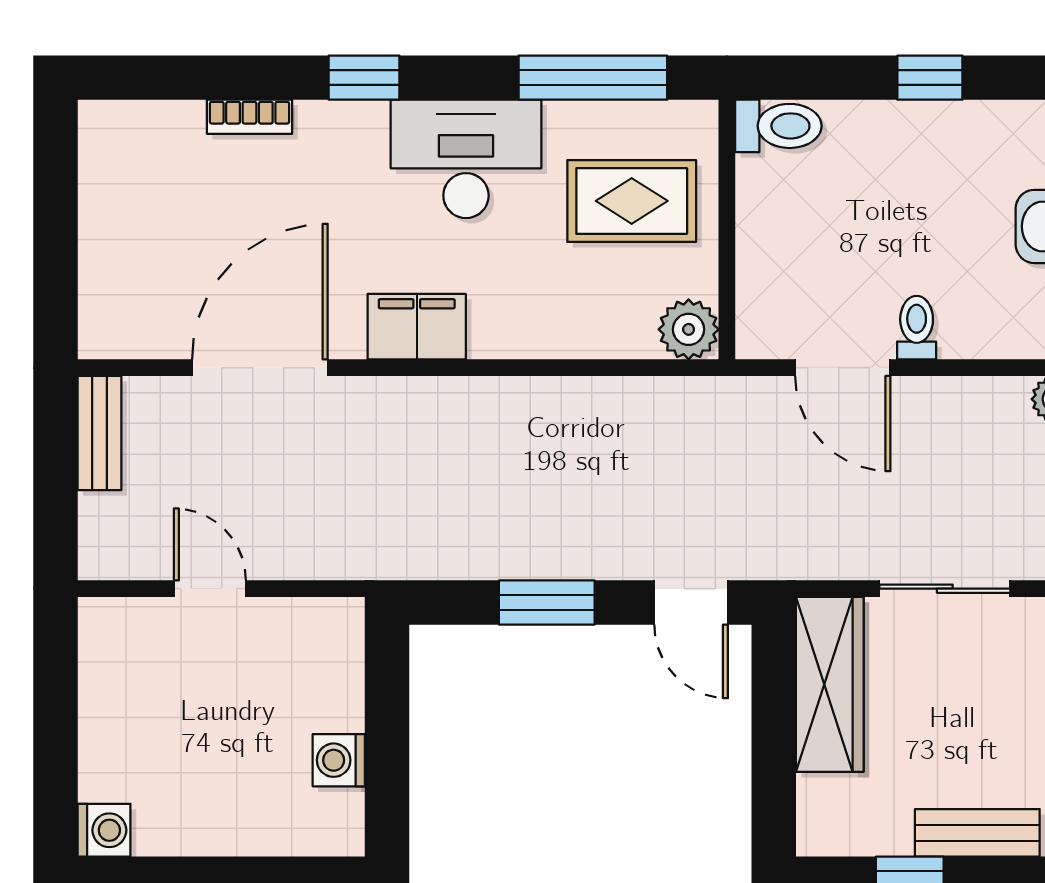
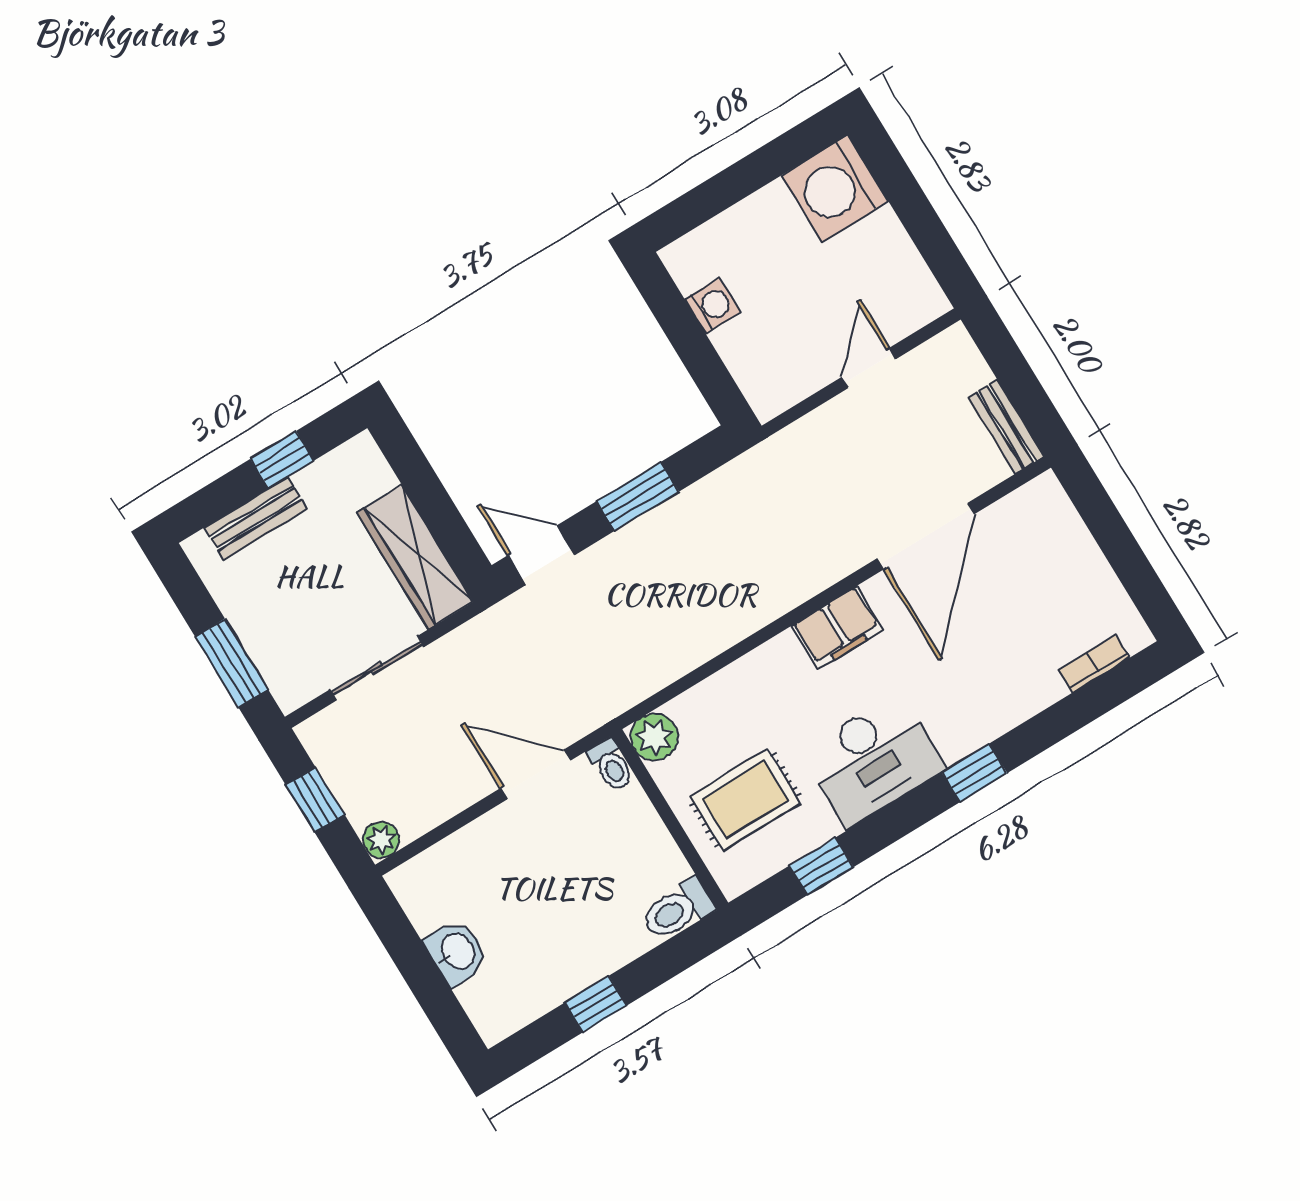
window: (593, 78) -> (821, 866), width x0.46
bookcase: (249, 117) -> (1094, 664), moved
toilet: (917, 328) -> (611, 765), moved
door: (210, 589) -> (869, 368), swing flipped
washing machine: (104, 830) -> (835, 188), width x1.89, depth x1.89

